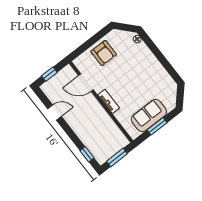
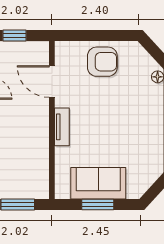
armchair: (104, 53) -> (102, 62), turned -90

